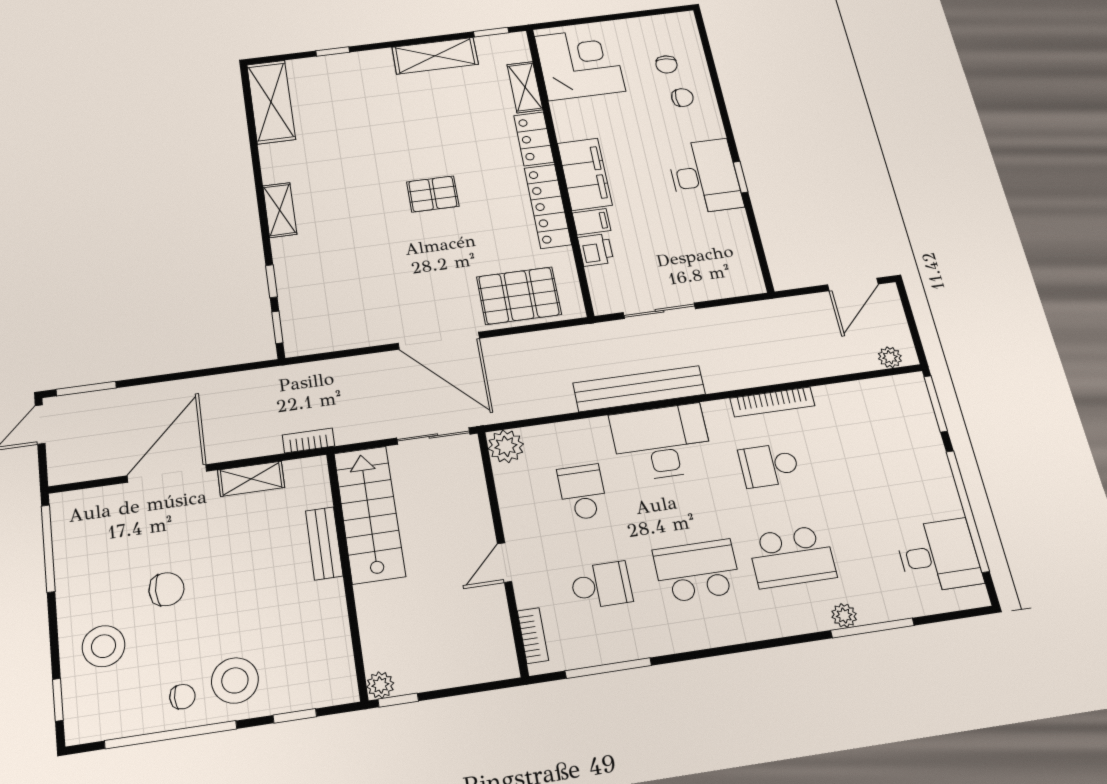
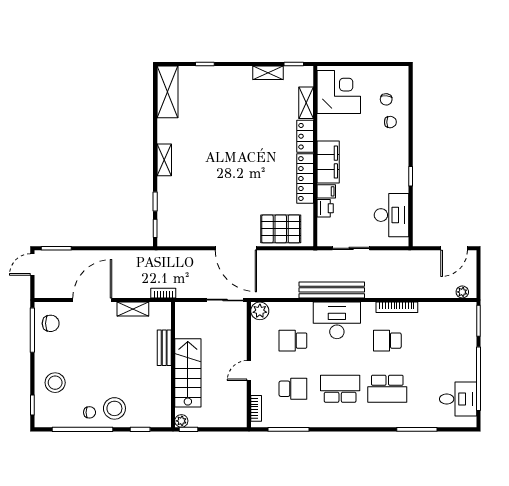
shelving: (435, 56) -> (268, 73), width x0.67, depth x0.75
desk: (705, 176) -> (392, 215), moved
pallet: (433, 194) -> (246, 162), removed
school desk: (582, 492) -> (293, 341), turned -90
stairs: (369, 514) -> (188, 373), moved
chair: (166, 589) -> (51, 323), moved
plant: (844, 615) -> (405, 421), removed

